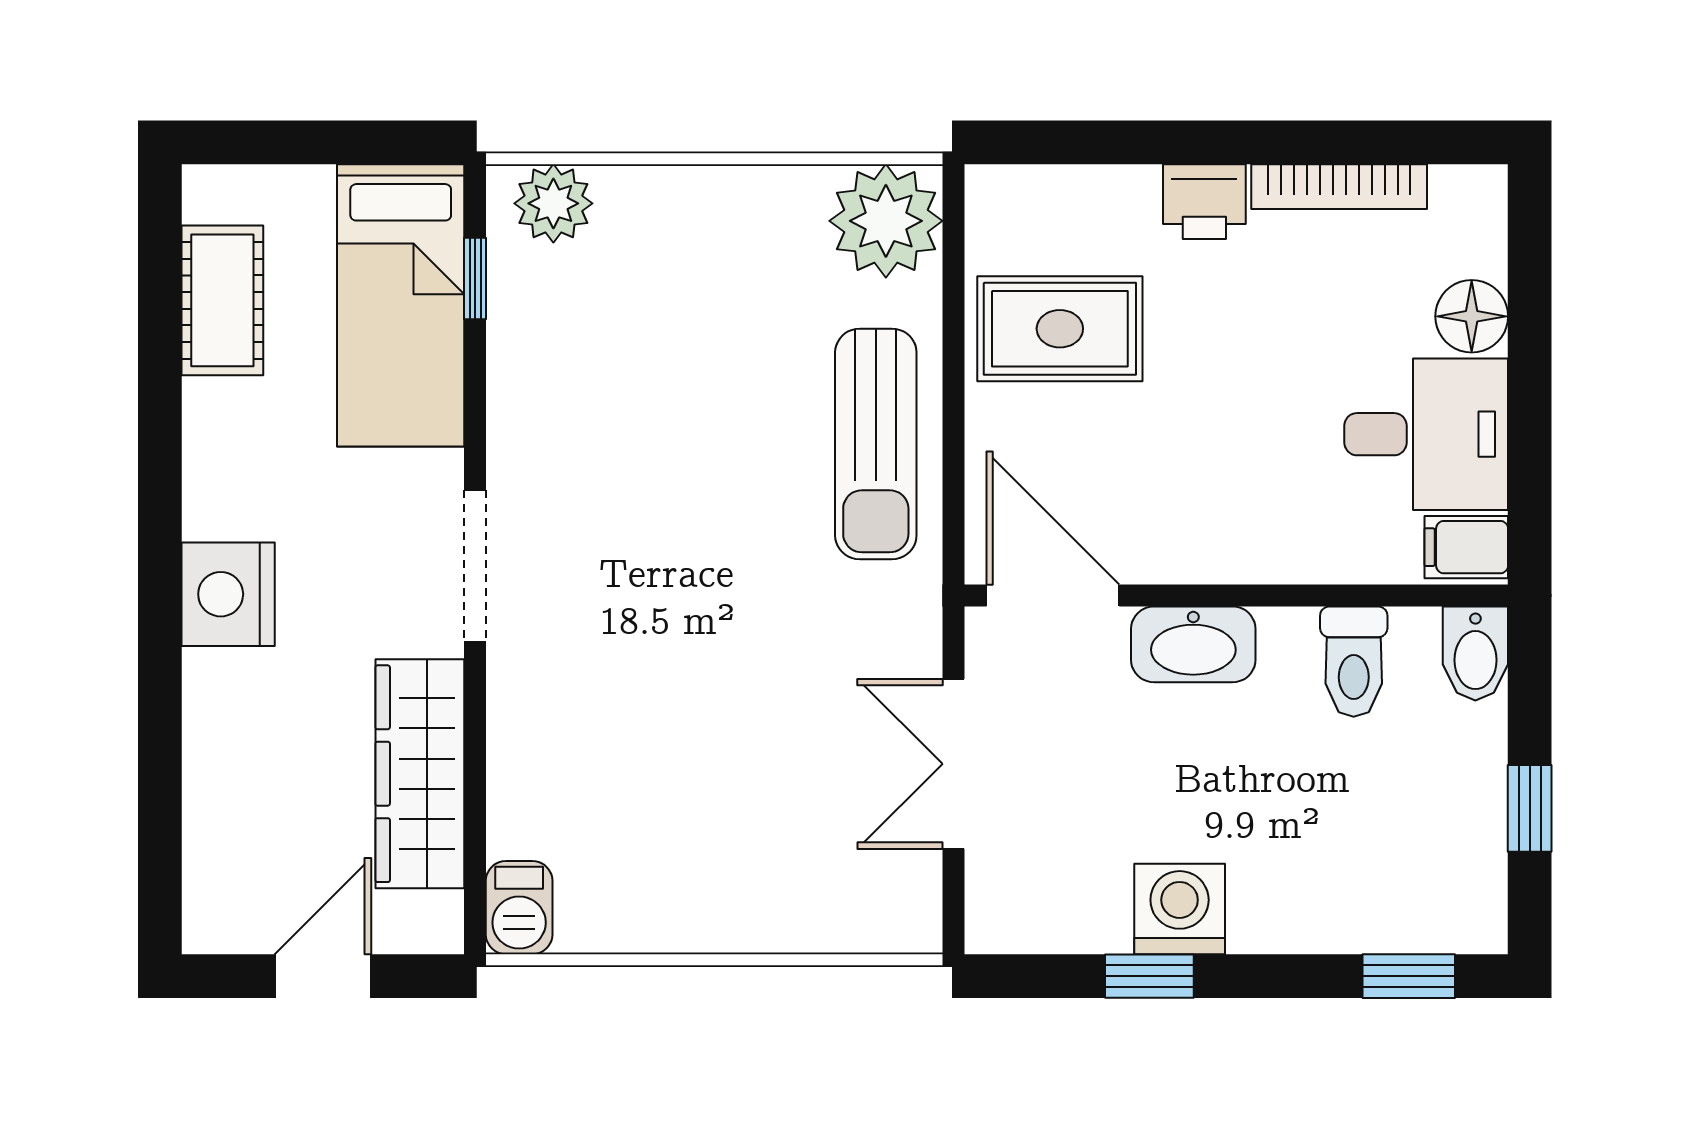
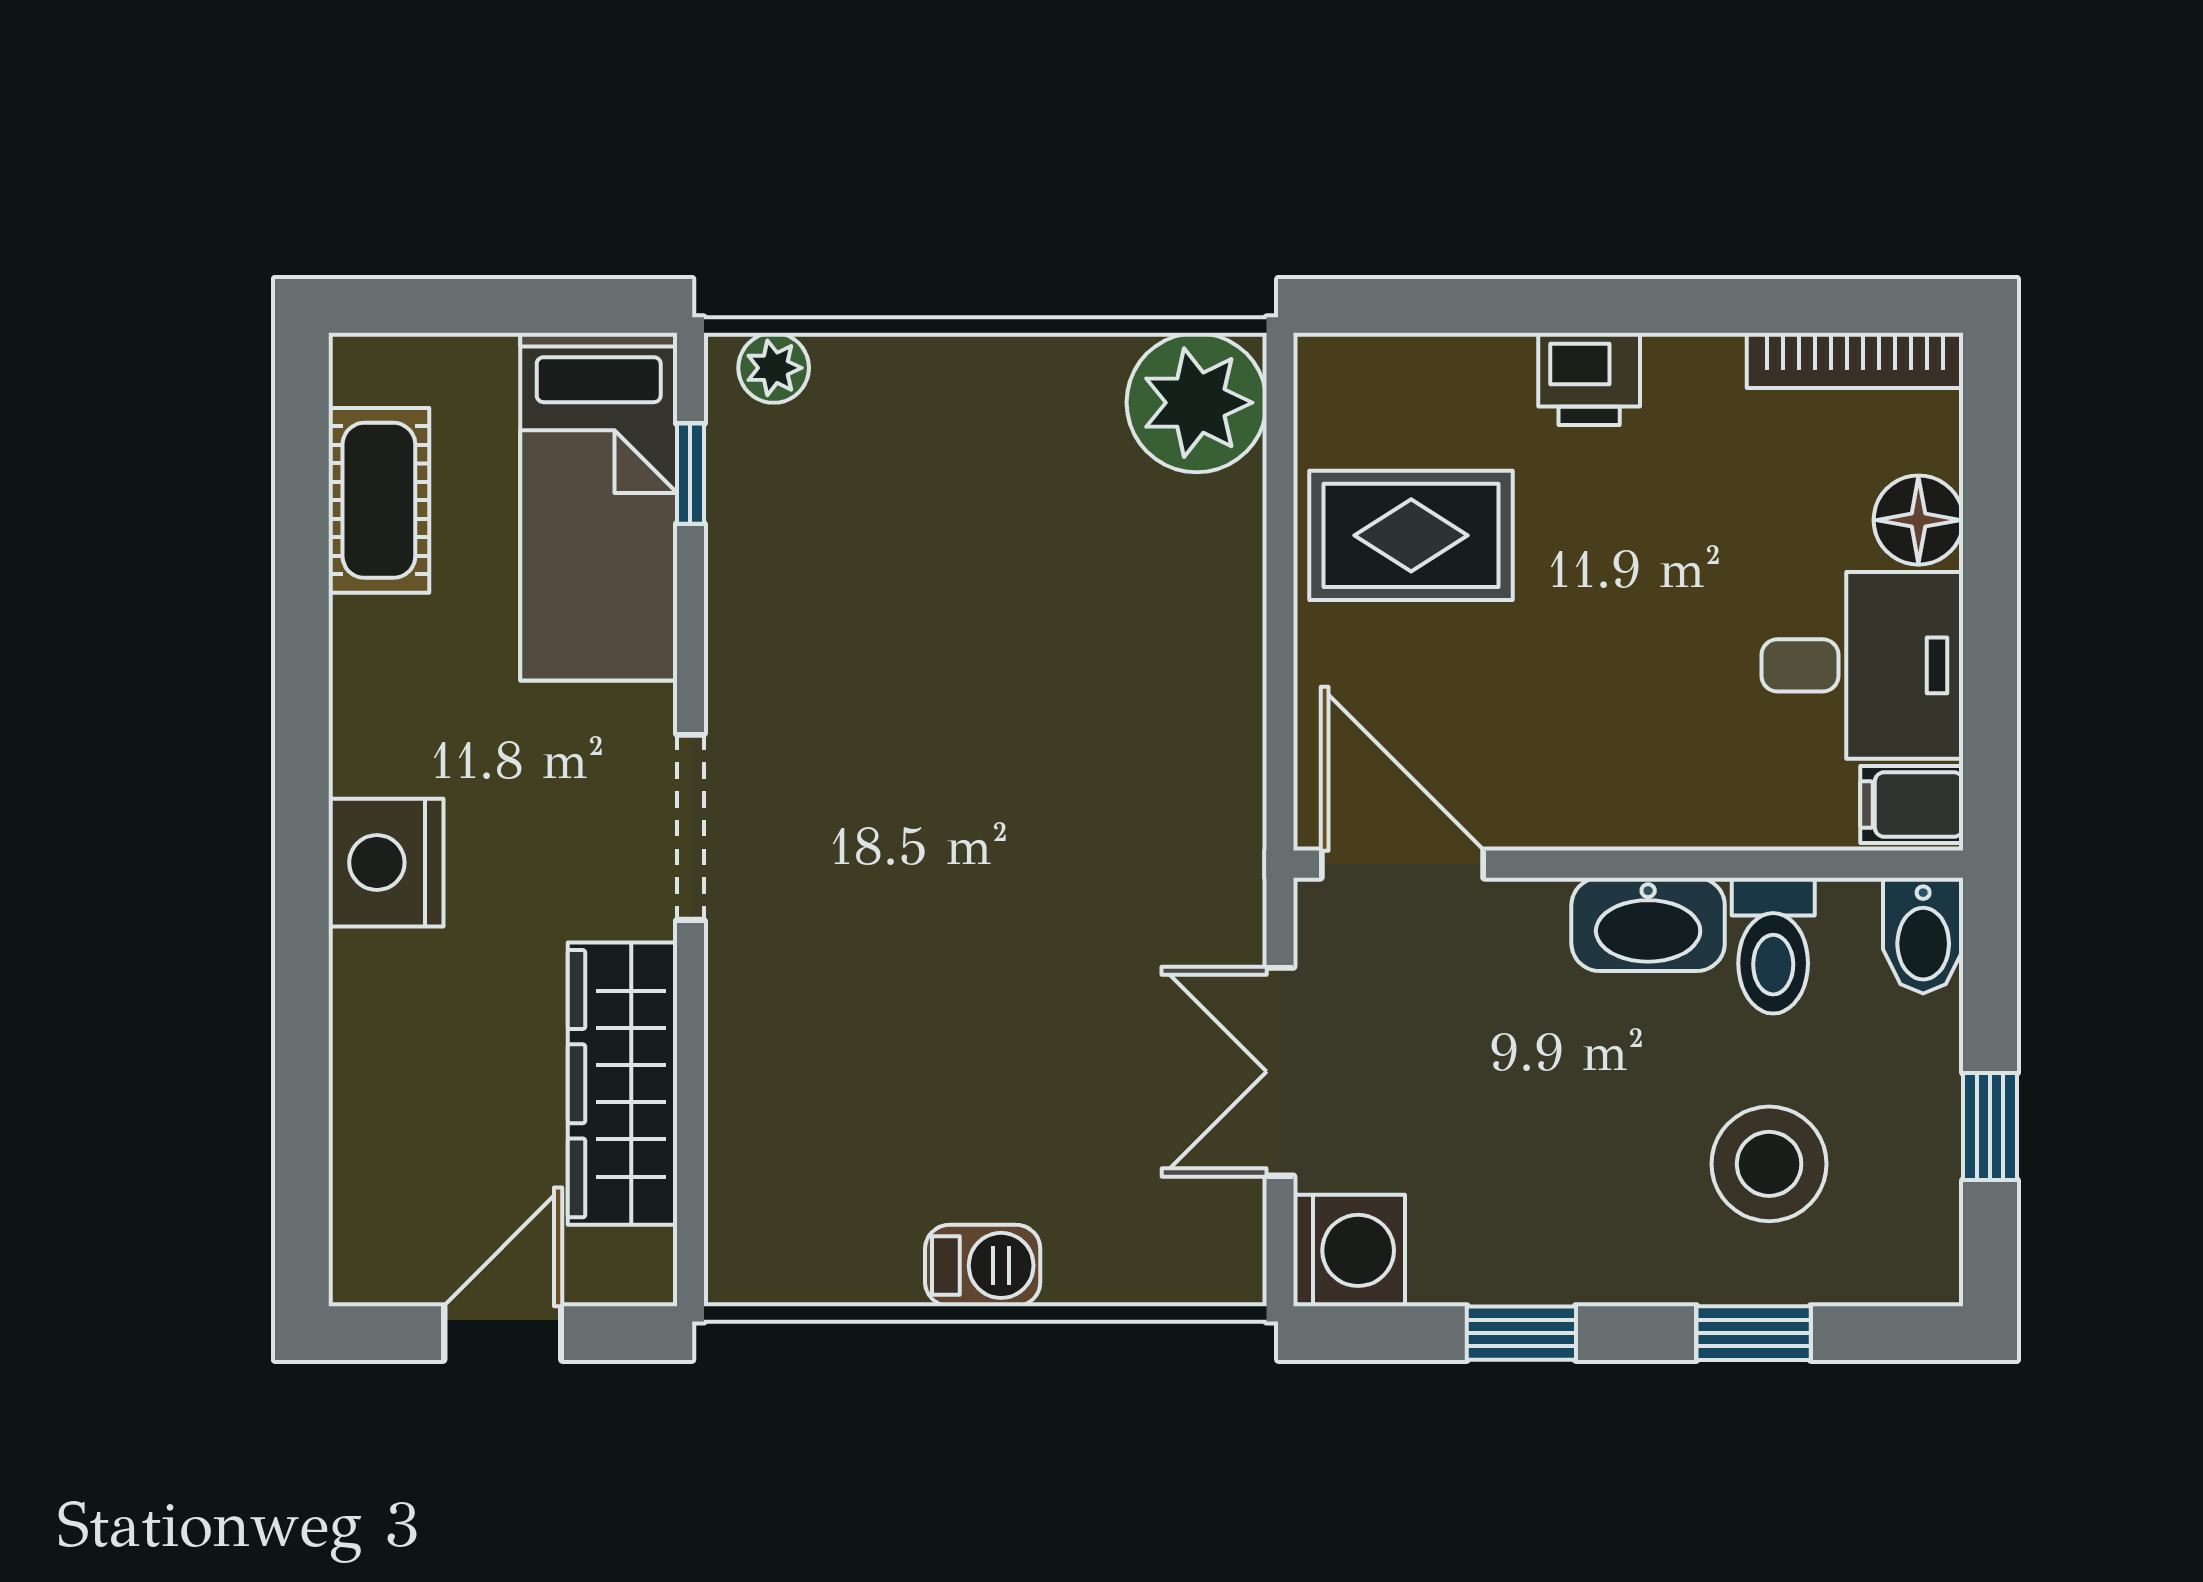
bookcase: (1339, 187) -> (1855, 360), moved
plant: (553, 203) -> (774, 368), width x0.73, depth x0.73
sun lounger: (876, 444) -> (1184, 677), removed
washbasin: (1193, 644) -> (1648, 924), moved
stool: (1350, 839) -> (1769, 1164), added
barbecue: (519, 908) -> (983, 1265), moved, turned -90
washing machine: (1180, 909) -> (1349, 1250), moved, turned 90
window: (1409, 976) -> (1754, 1333), moved

